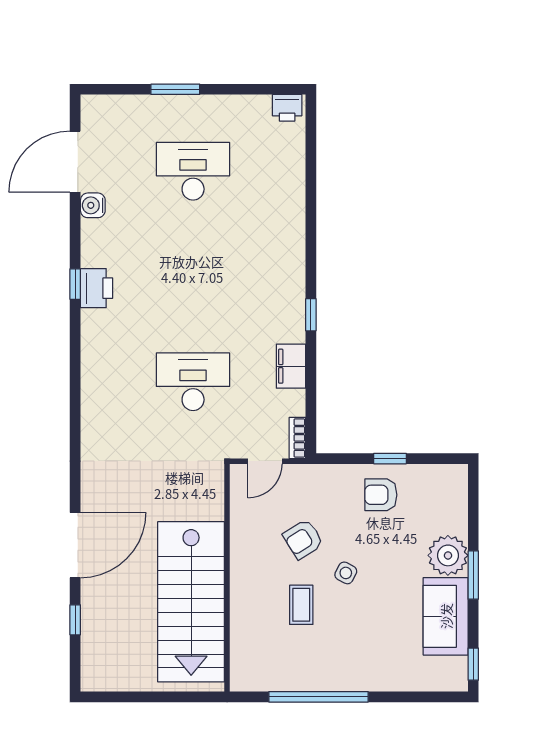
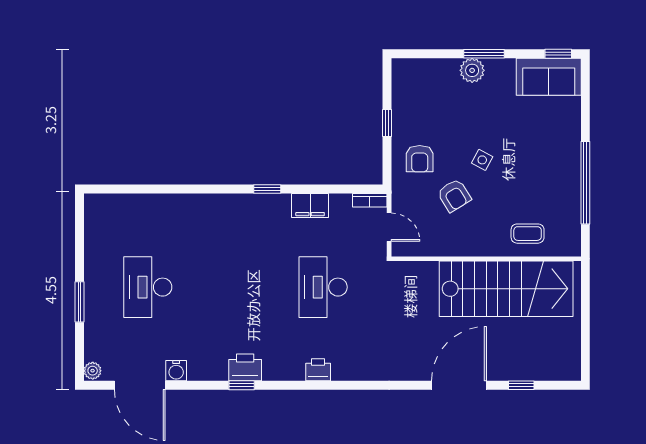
plant: (93, 105) -> (93, 371), added
printer: (287, 108) -> (318, 370), moved, turned -90
armchair: (381, 495) -> (420, 159), moved
door: (75, 545) -> (459, 385), hinge flipped
plant: (448, 555) -> (472, 70), width x0.73, depth x0.73
coffee table: (301, 605) -> (528, 234), moved
sofa: (446, 616) -> (549, 77), moved

